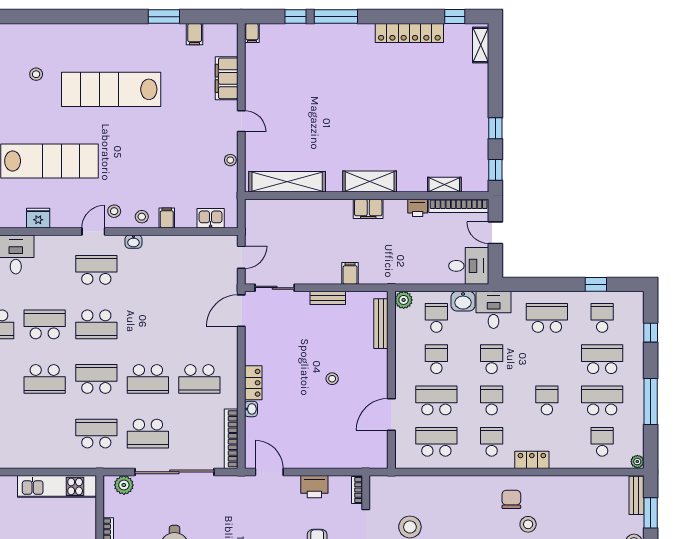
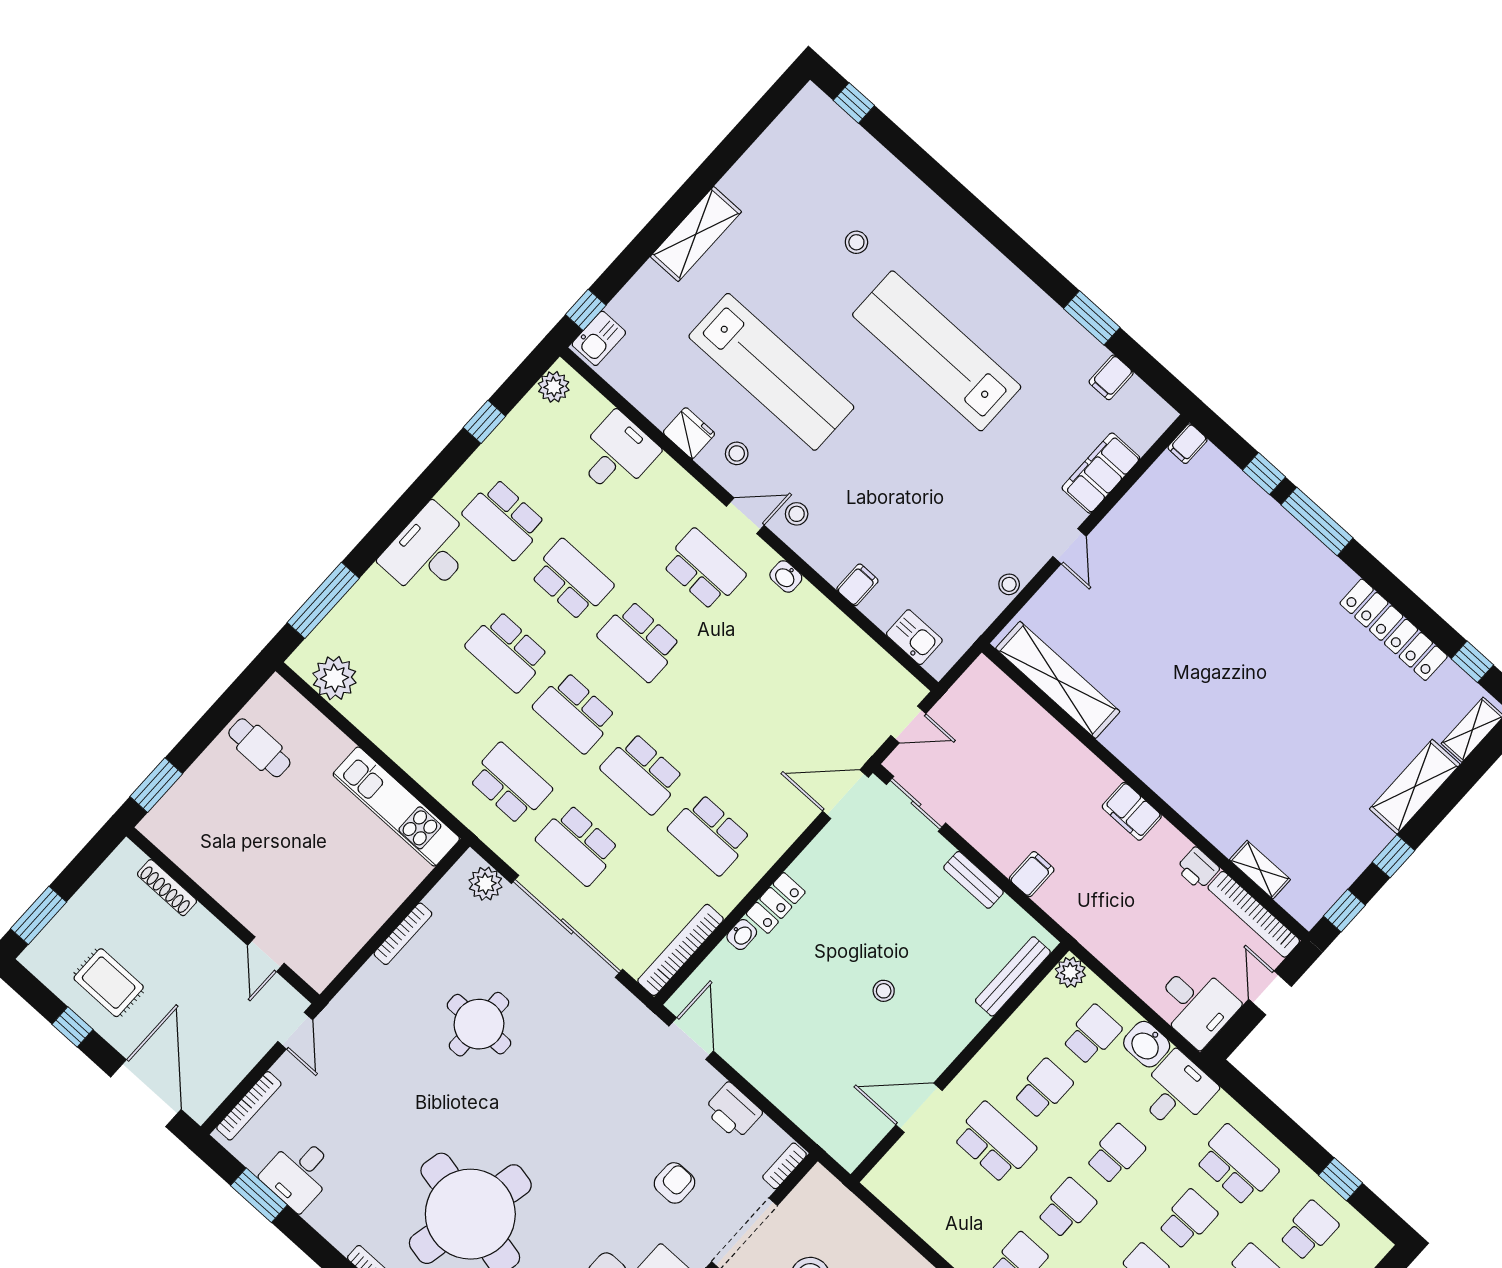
shelving: (370, 182) -> (1415, 787), moved, turned 90
stool: (142, 217) -> (737, 453), moved
school desk: (96, 379) -> (575, 712), turned 180
school desk: (436, 442) -> (1188, 1219), moved, width x0.54

